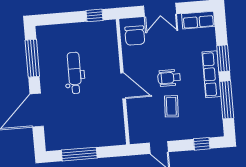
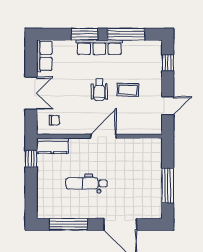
kitchen counter: (109, 36) -> (52, 146), added
chair: (135, 36) -> (54, 120), width x0.54, depth x0.54

